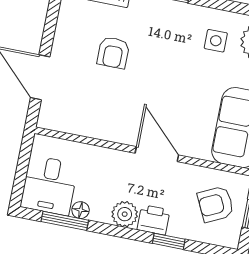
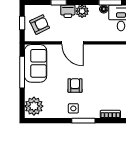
side table: (216, 41) -> (73, 108), moved
armchair: (113, 53) -> (75, 86), moved

